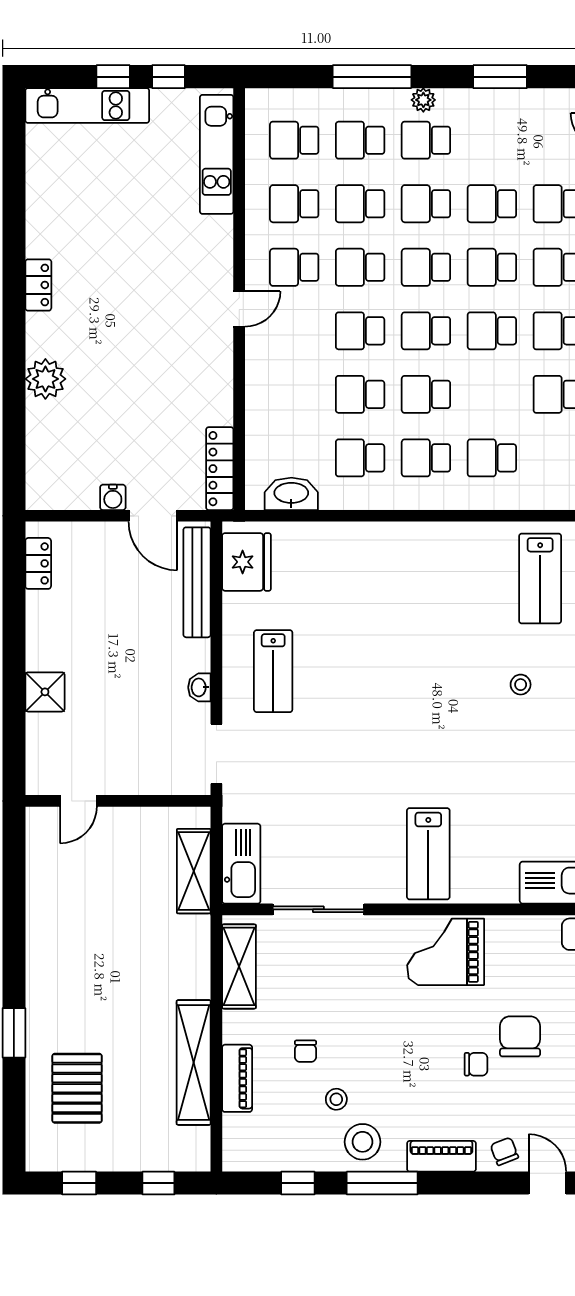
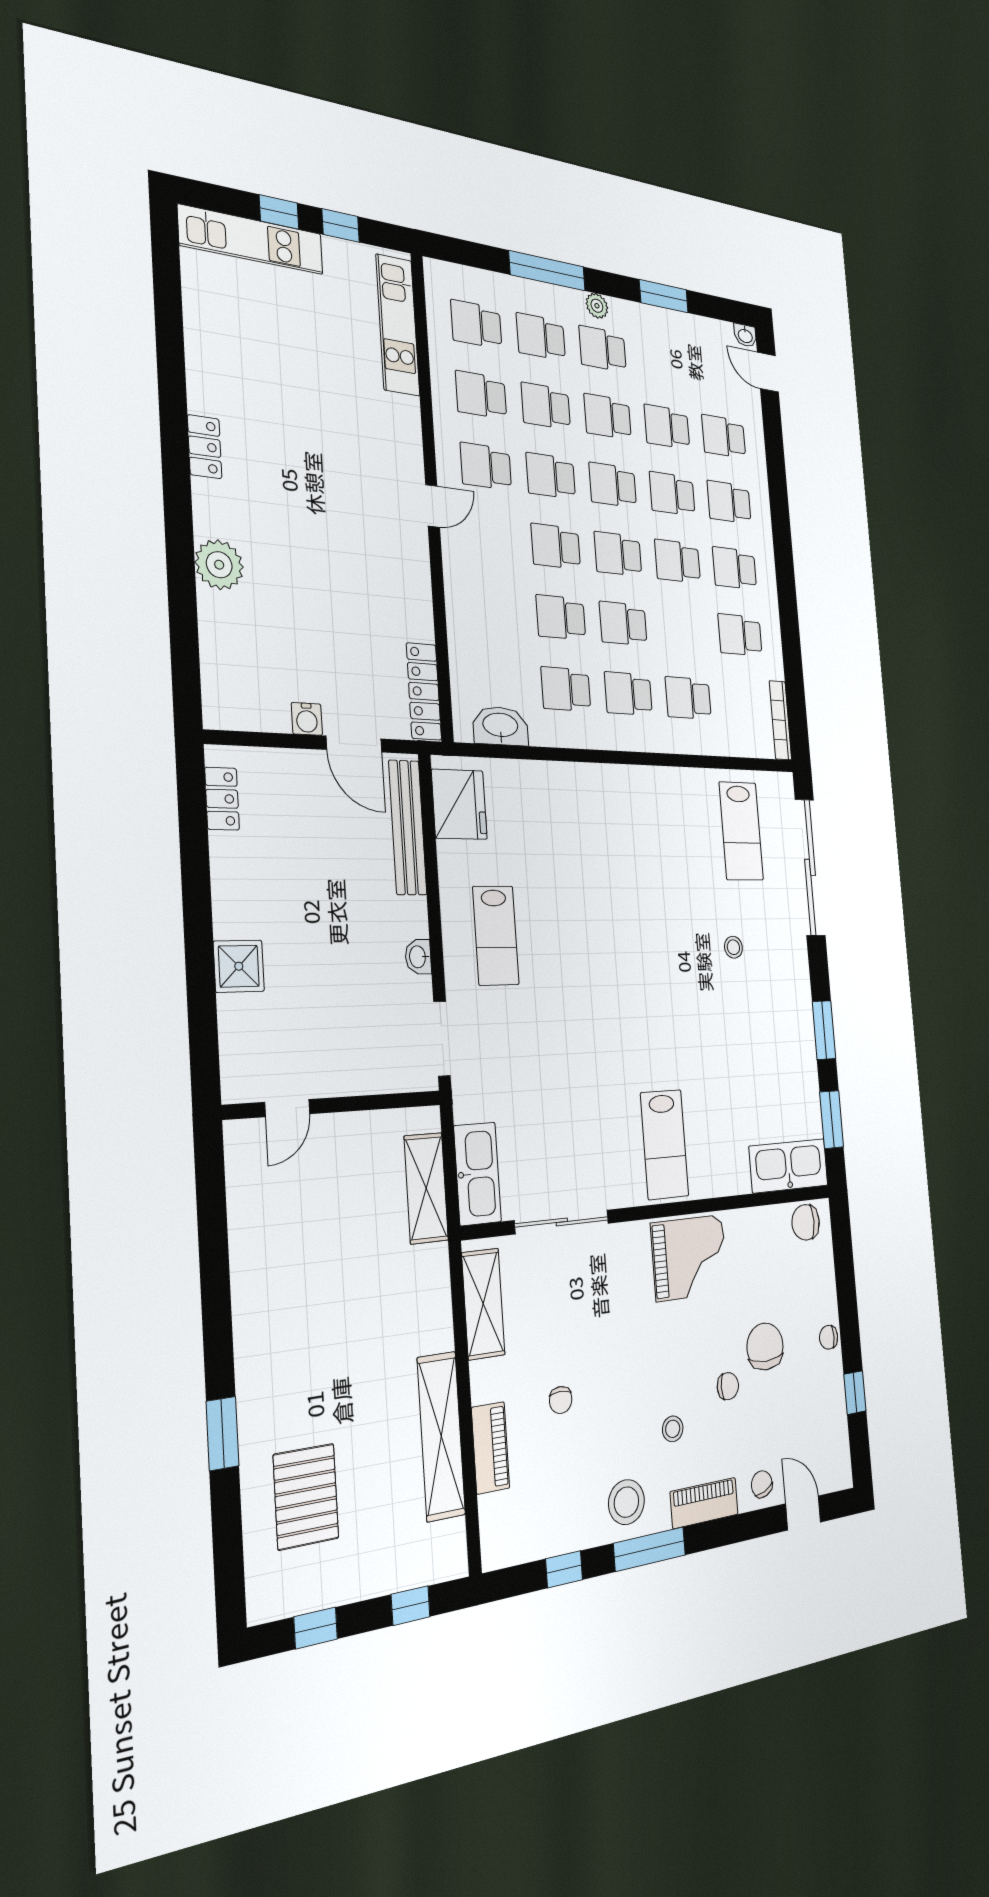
grand piano: (446, 952) -> (689, 1258), turned 180
stool: (336, 1099) -> (673, 1429), moved

